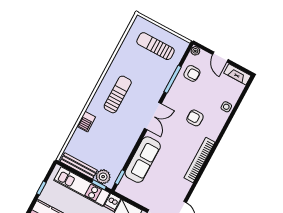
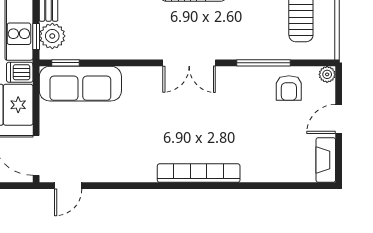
side table: (226, 107) -> (266, 170), removed
armchair: (195, 118) -> (222, 130), removed
sofa: (143, 160) -> (80, 84), moved
bookcase: (200, 160) -> (199, 173), moved

